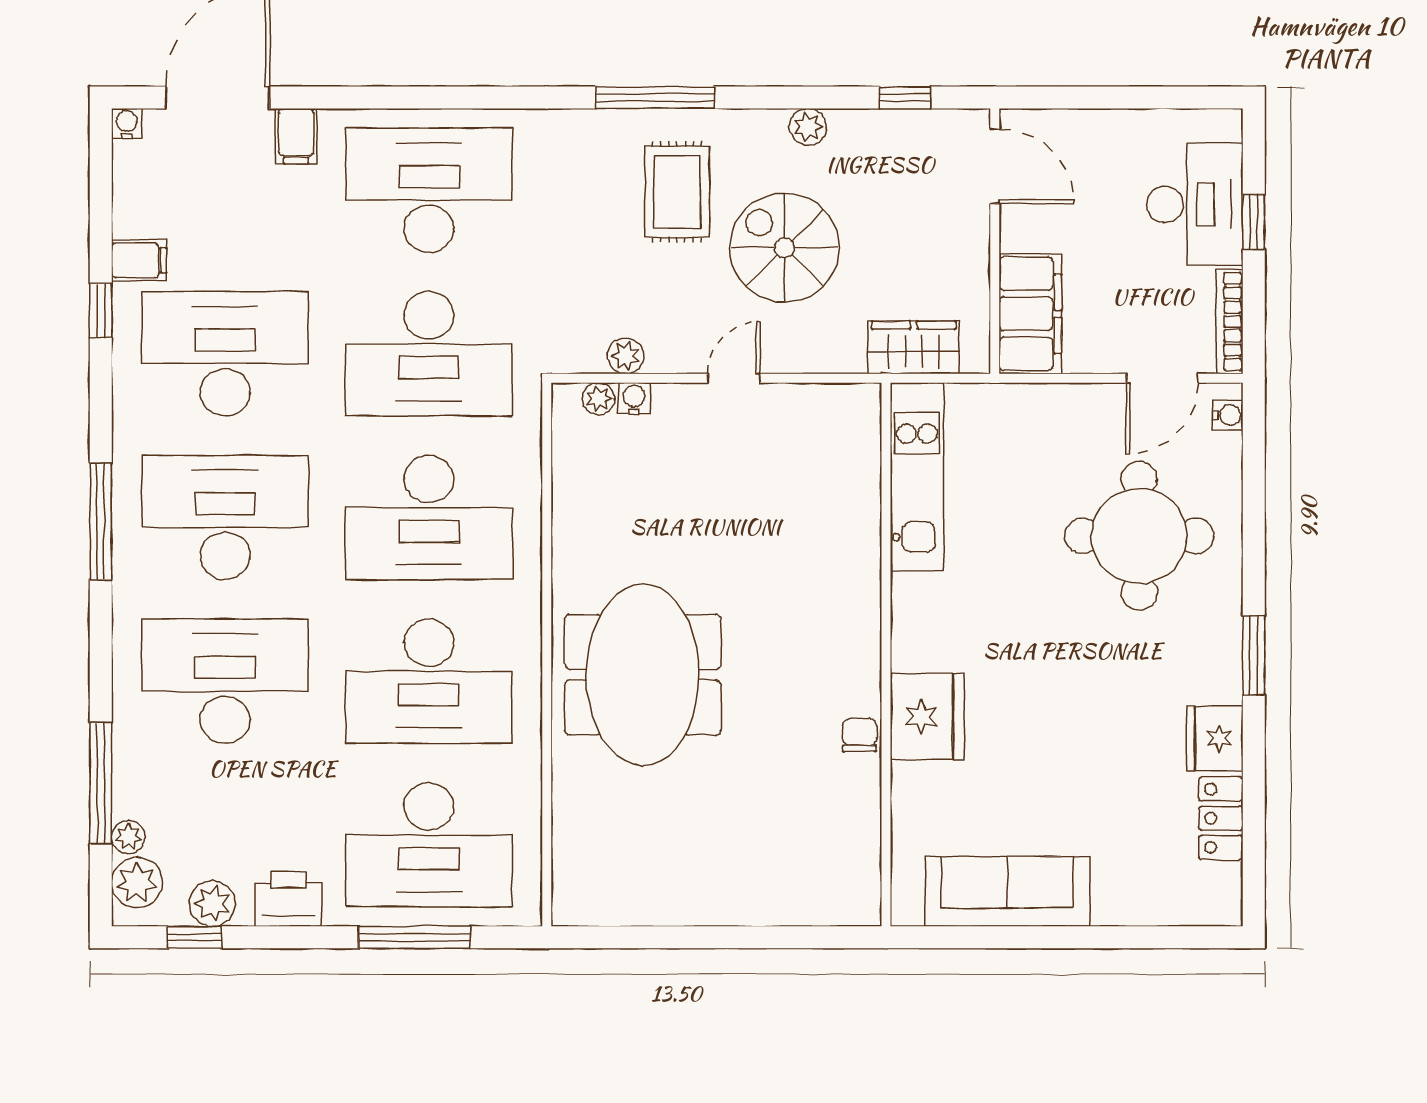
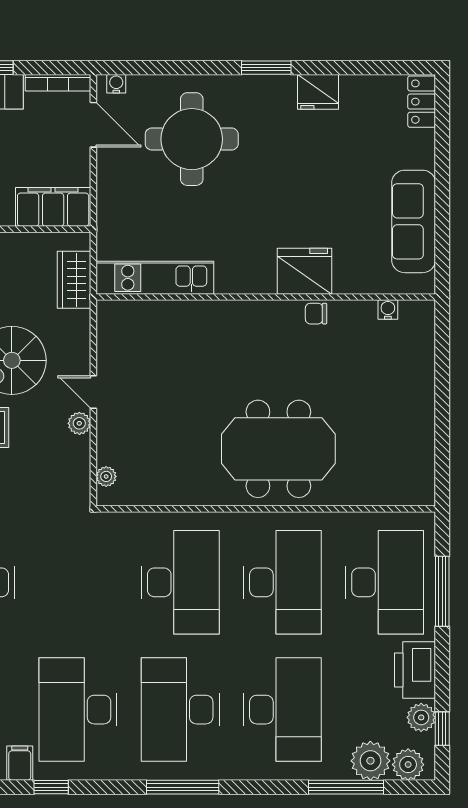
desk: (429, 354) -> (78, 582), removed
plant: (626, 356) -> (79, 423), moved
water cooler: (634, 398) -> (388, 310), moved, turned 90
desk: (225, 681) -> (282, 710), turned 180
locker: (1221, 818) -> (422, 102), moved, turned 90
plant: (128, 837) -> (370, 761), width x1.88, depth x1.88
printer: (288, 899) -> (415, 670), width x1.37, depth x1.19

